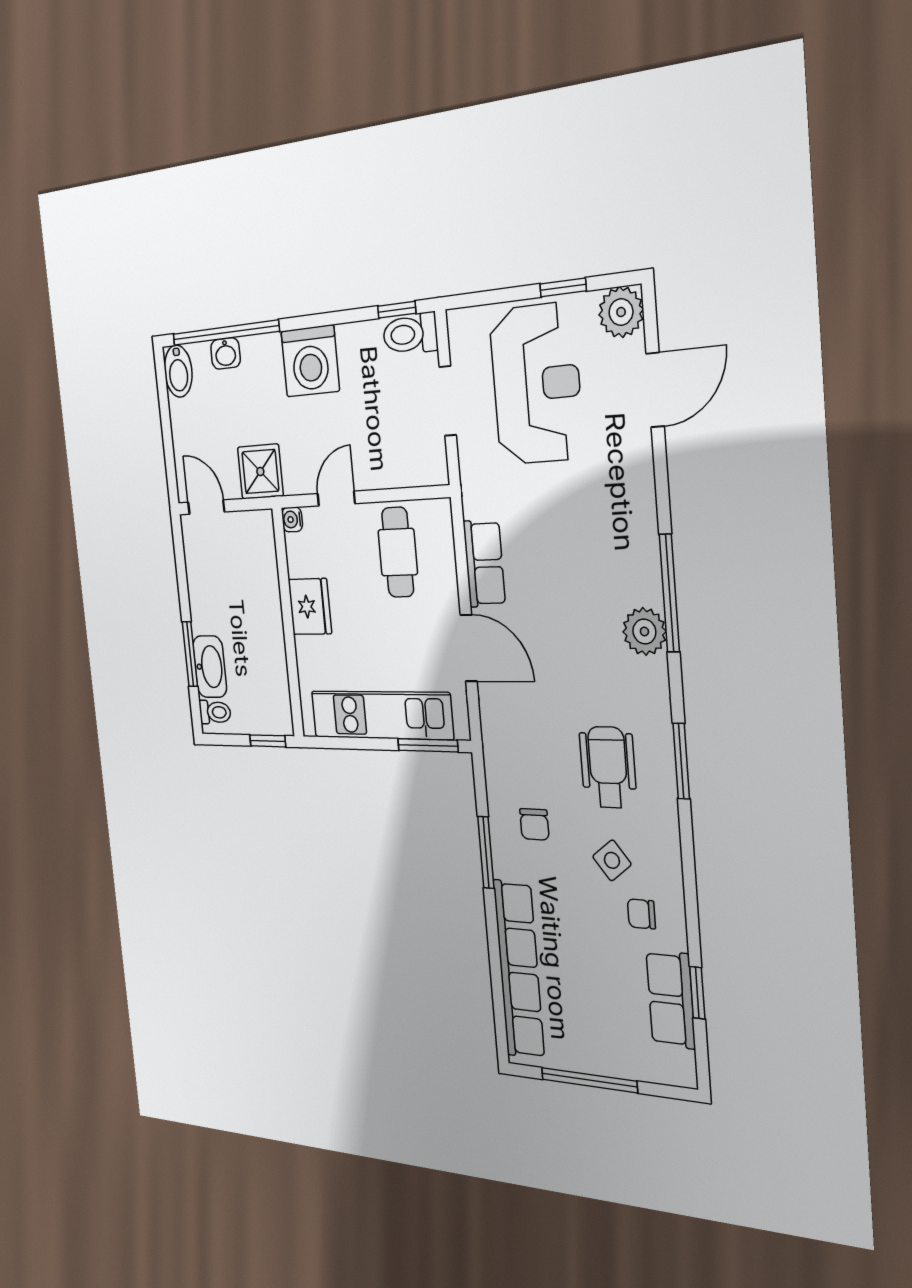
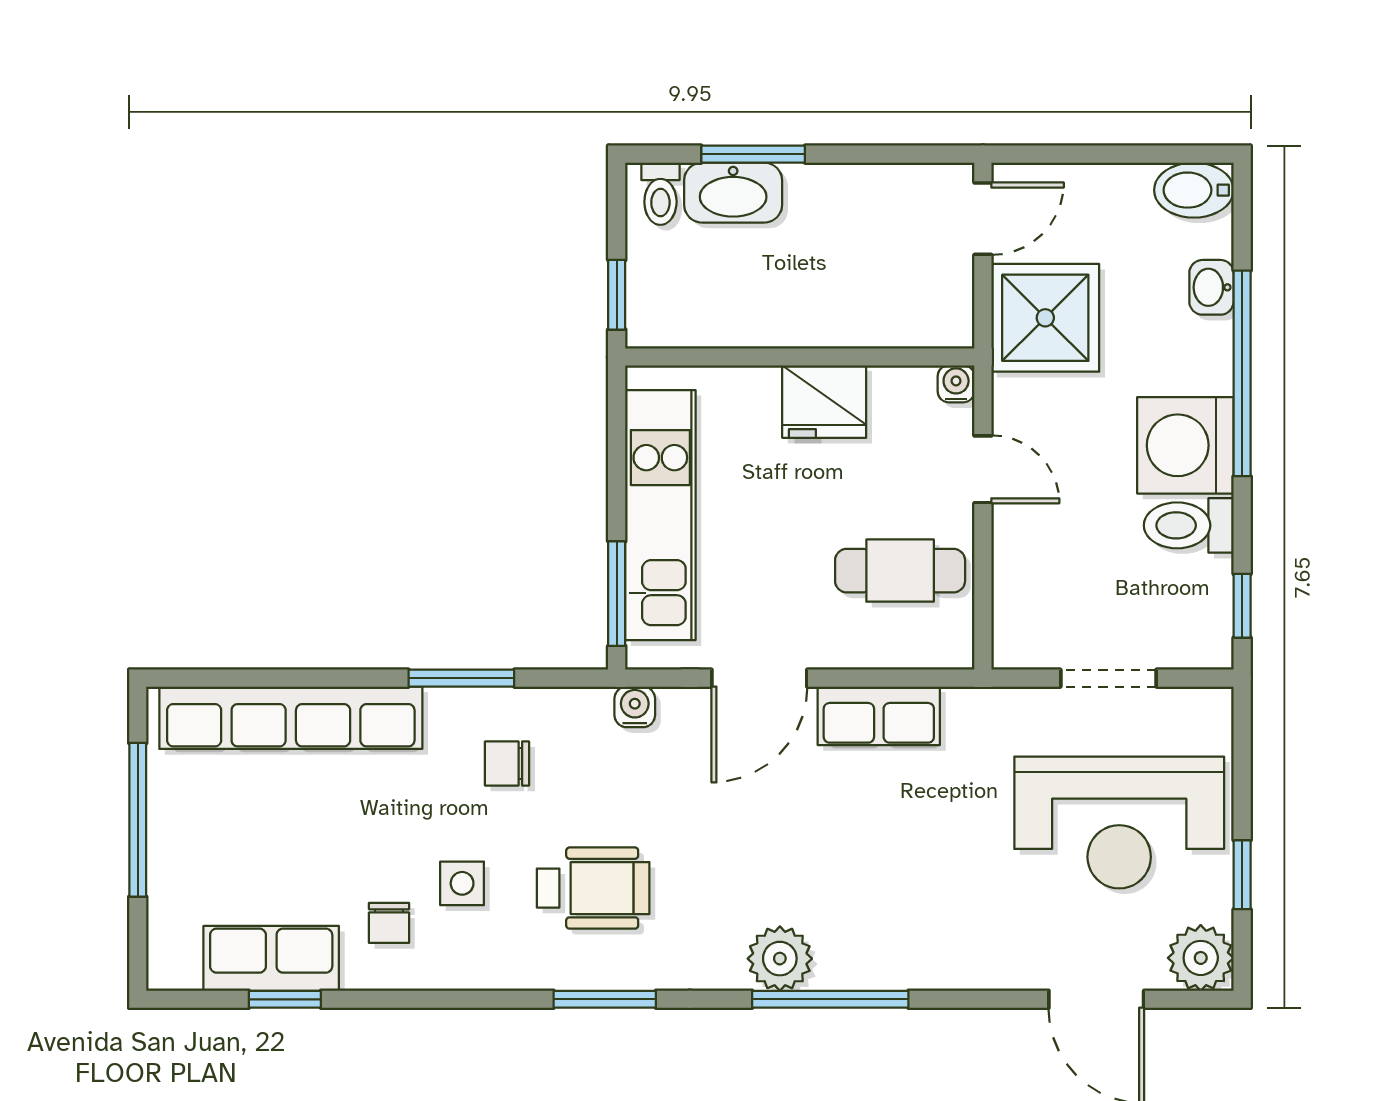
window: (225, 333) -> (1242, 373), moved
toilet: (410, 334) -> (1189, 525), moved, turned -90
shower: (260, 472) -> (1045, 318), width x1.36, depth x1.36
water cooler: (493, 735) -> (635, 707), added
side table: (612, 860) -> (462, 883), turned 38
chair: (641, 914) -> (389, 923), turned 180

